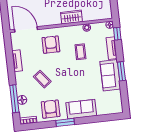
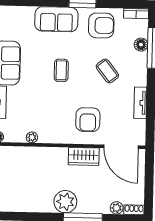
wardrobe: (71, 17) -> (84, 156), moved
coffee table: (80, 52) -> (61, 70), moved
armchair: (51, 109) -> (101, 25), turned -90

